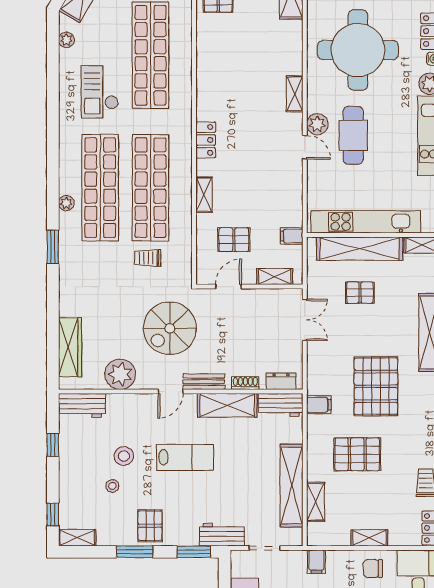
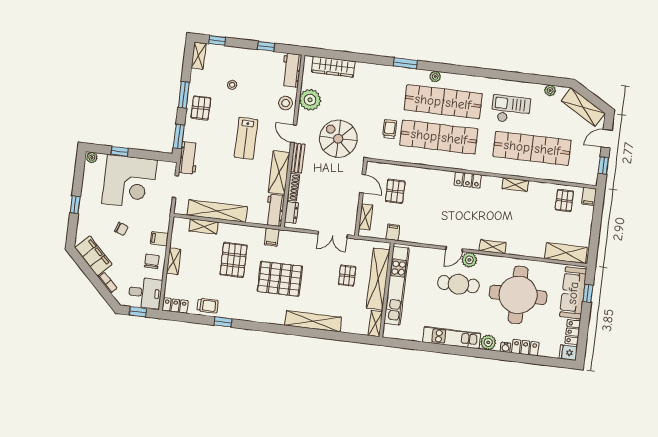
shelving: (204, 195) -> (515, 185), moved
shoe rack: (245, 383) -> (293, 187), width x1.43
stool: (124, 456) -> (286, 103), moved
pallet: (150, 526) -> (201, 108), turned 90
filing cabinet: (316, 562) -> (159, 239), moved

